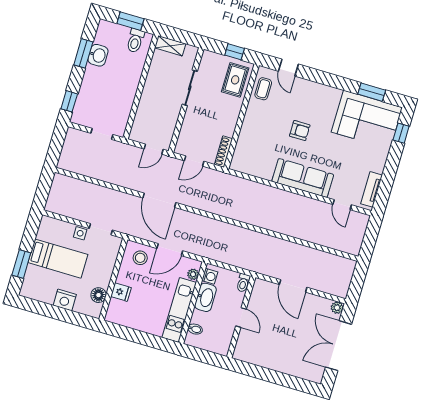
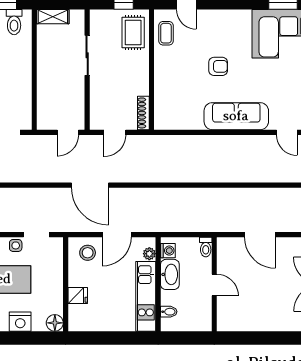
floor lamp: (99, 295) -> (55, 323), moved

